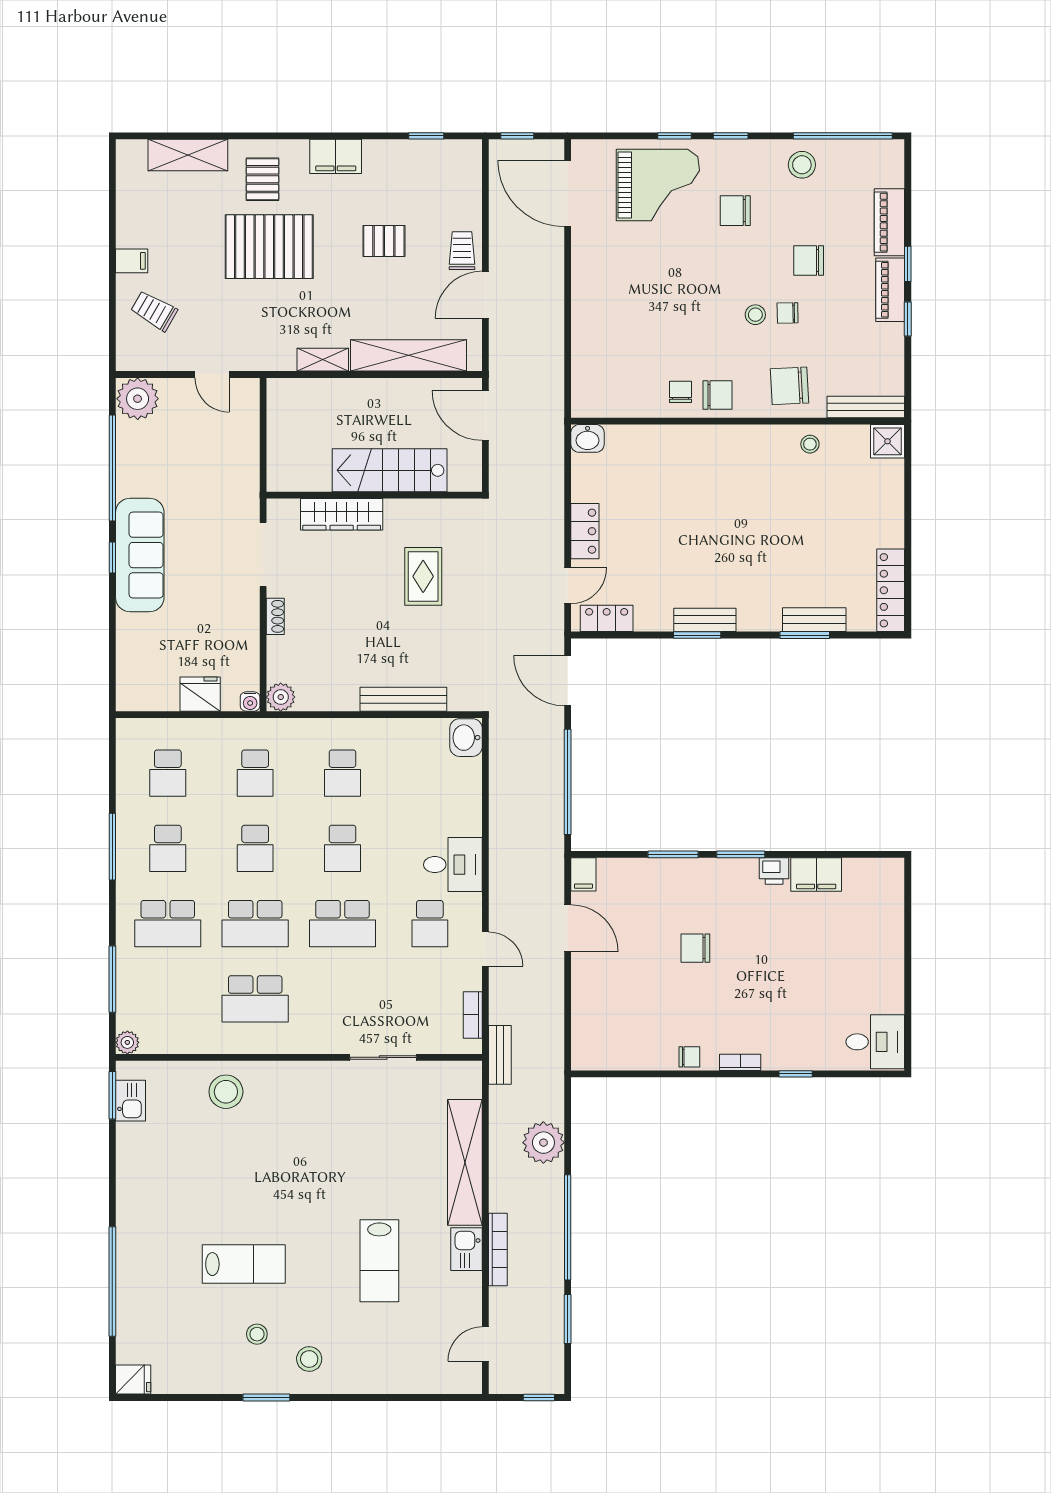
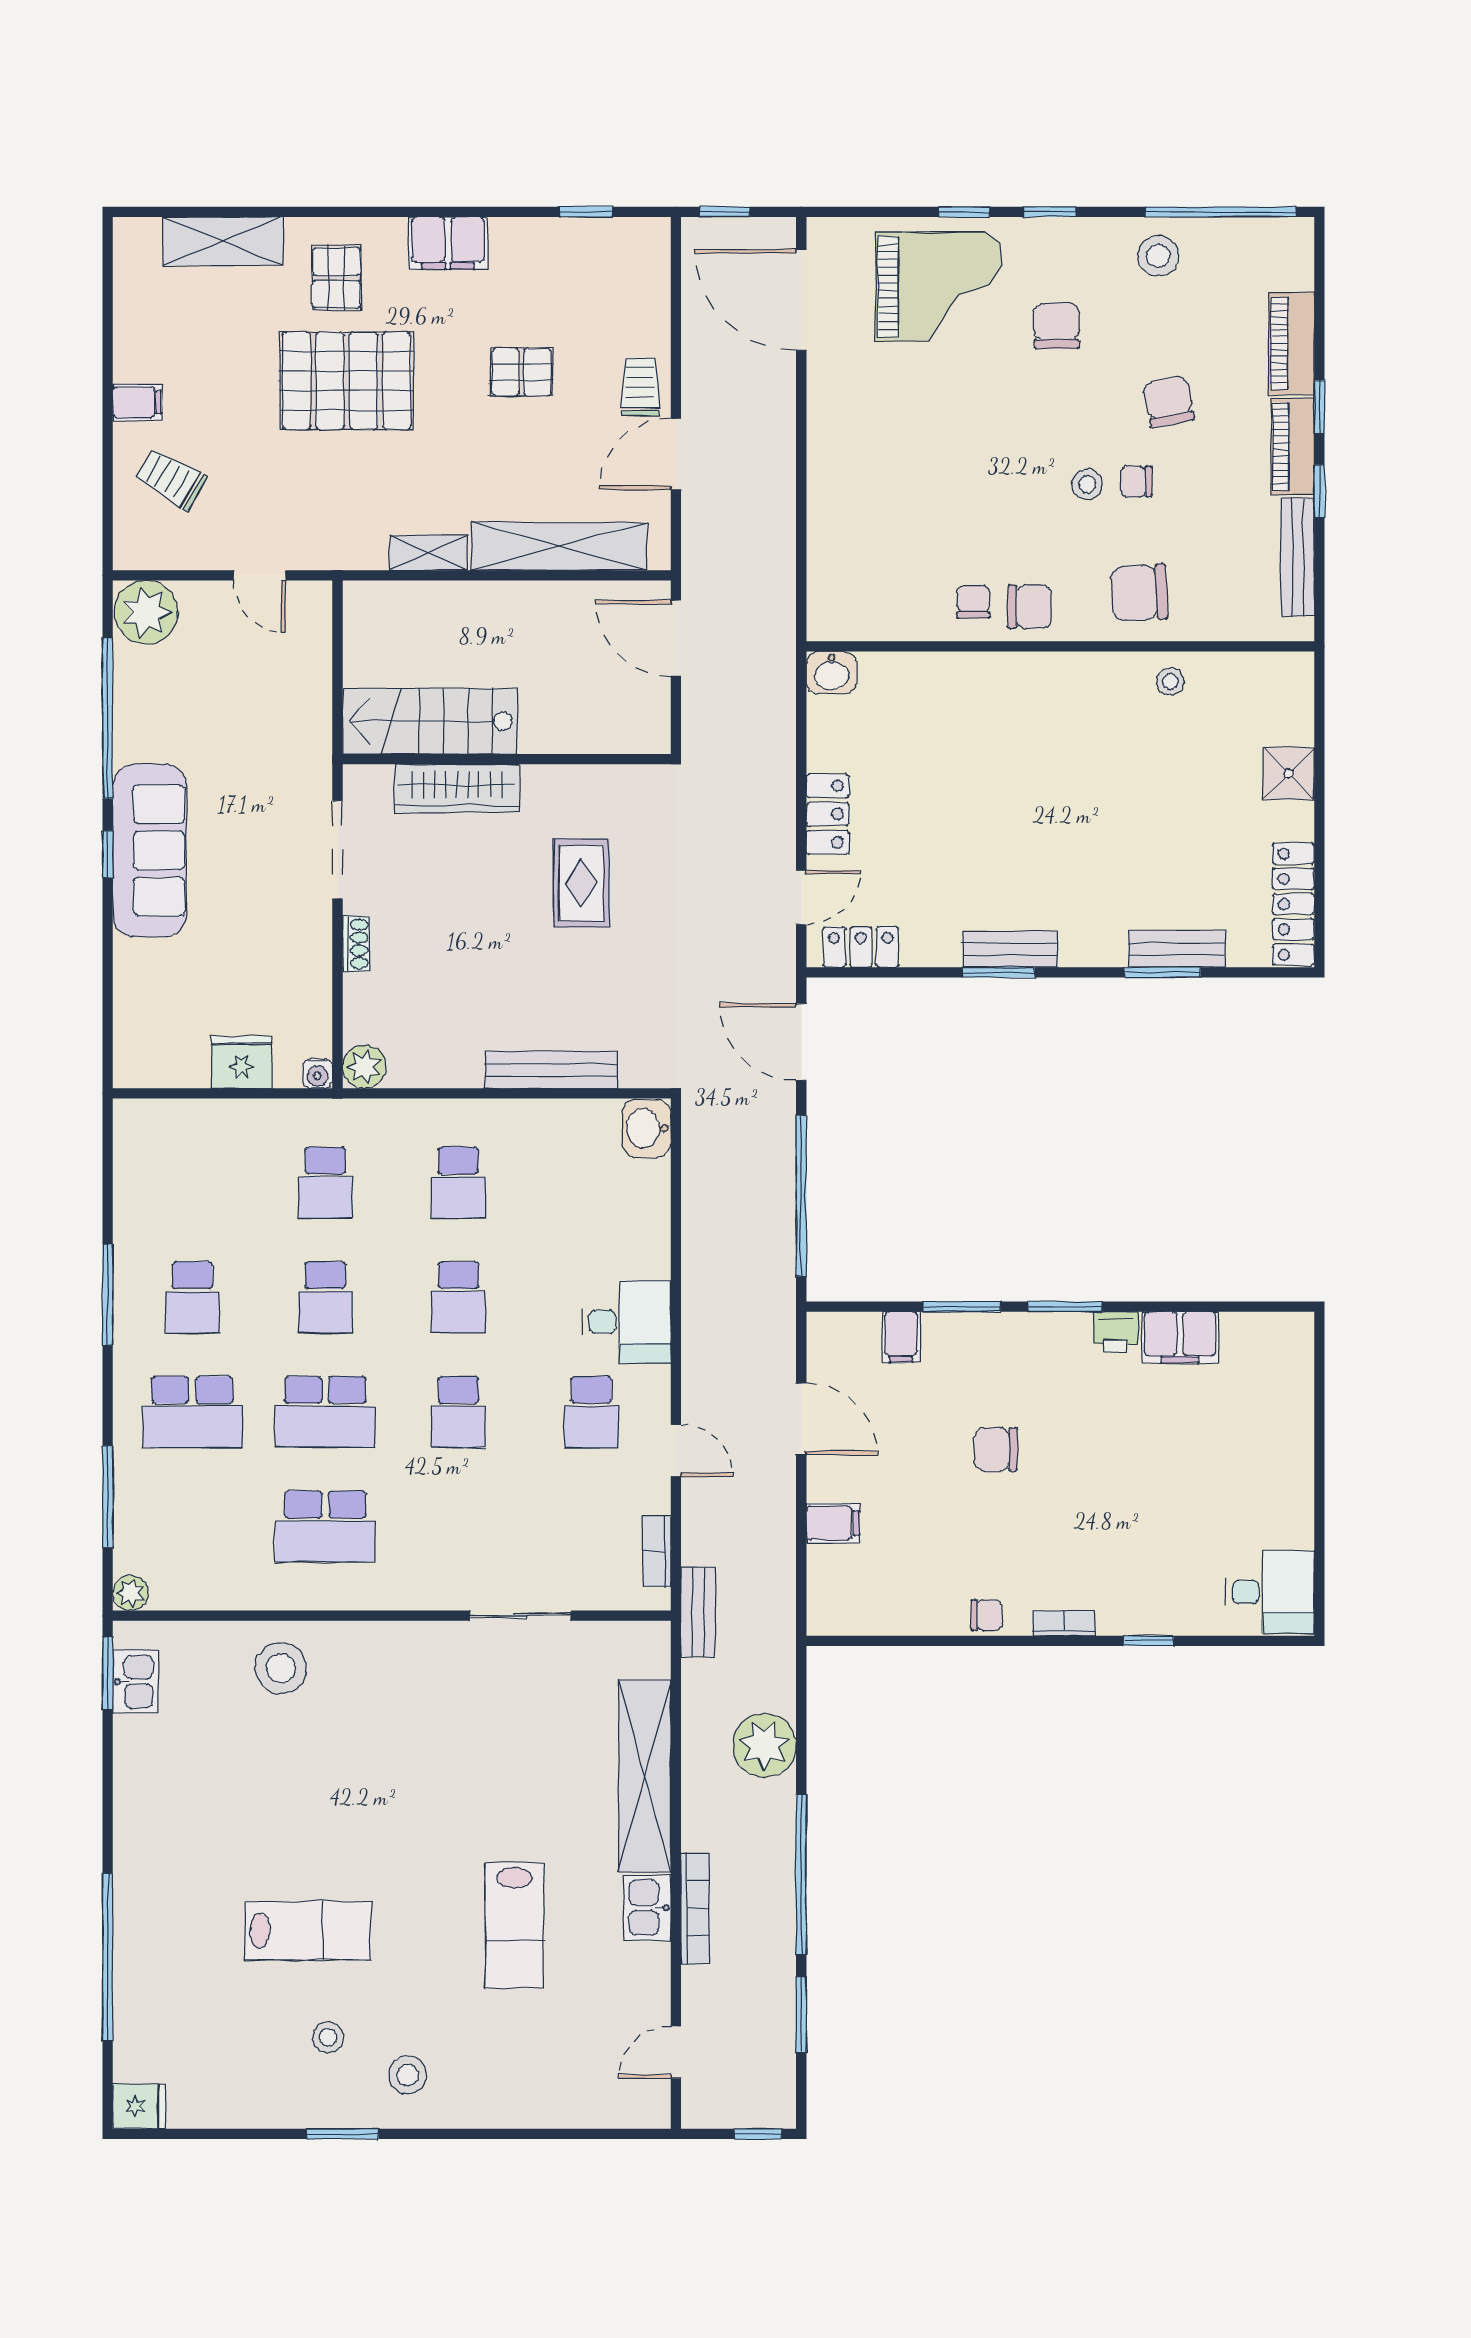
chair: (735, 211) -> (1057, 326), turned 90
chair: (809, 261) -> (1168, 402), turned 78
bench: (866, 407) -> (1298, 557), moved, turned 90
shower: (888, 441) -> (1289, 774), moved
stairs: (390, 470) -> (430, 721), moved
school desk: (168, 773) -> (192, 1183), removed
filing cabinet: (583, 874) -> (901, 1337), moved
school desk: (342, 924) -> (458, 1412), width x0.54
filing cabinet: (588, 997) -> (833, 1523), added

